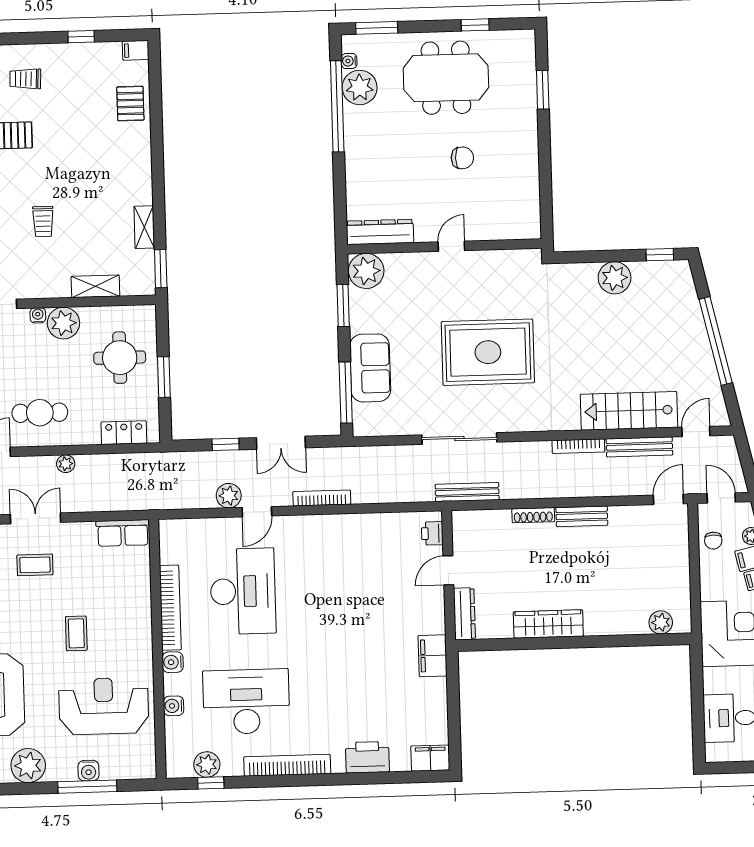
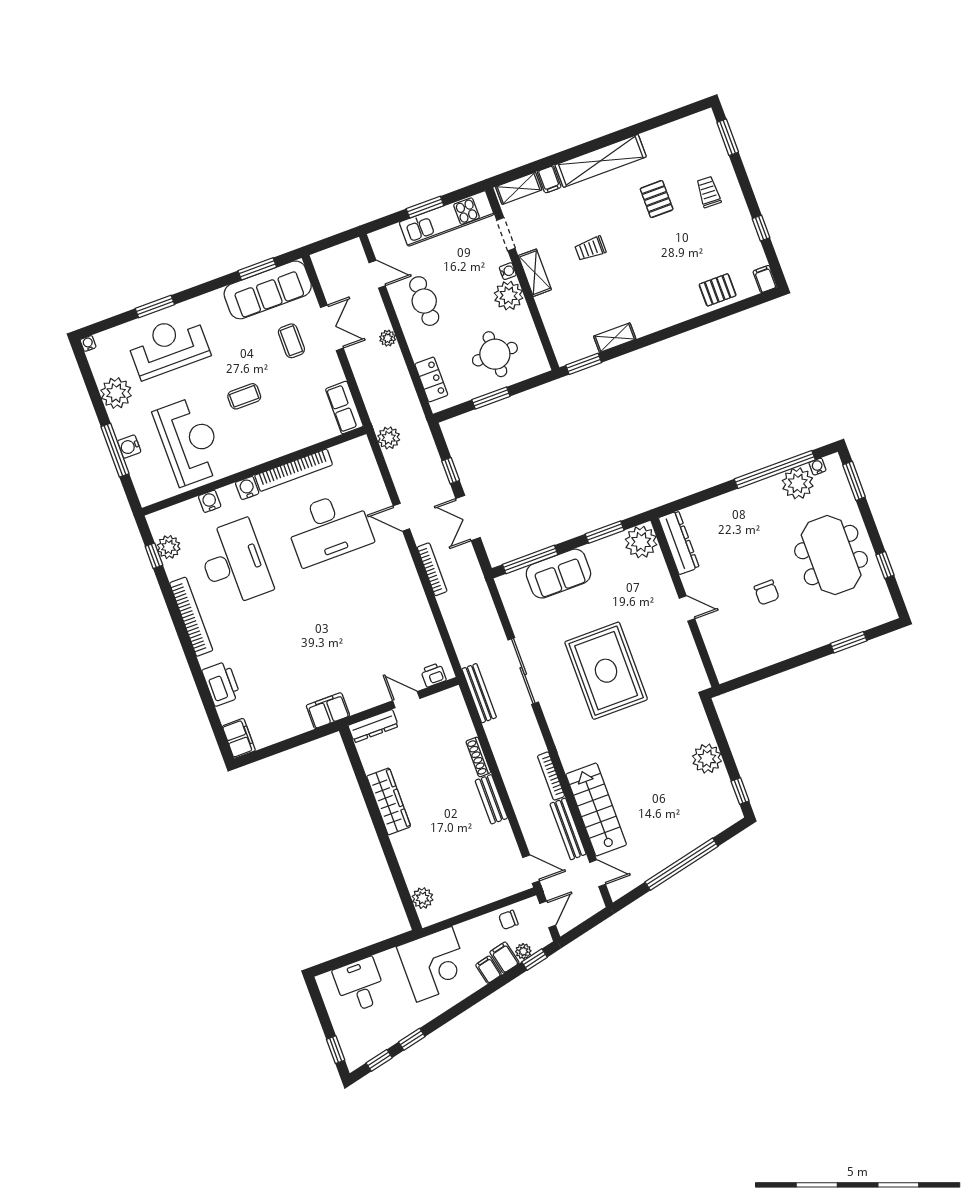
shelving: (95, 286) -> (535, 273), moved
plant: (229, 496) -> (389, 438), moved

